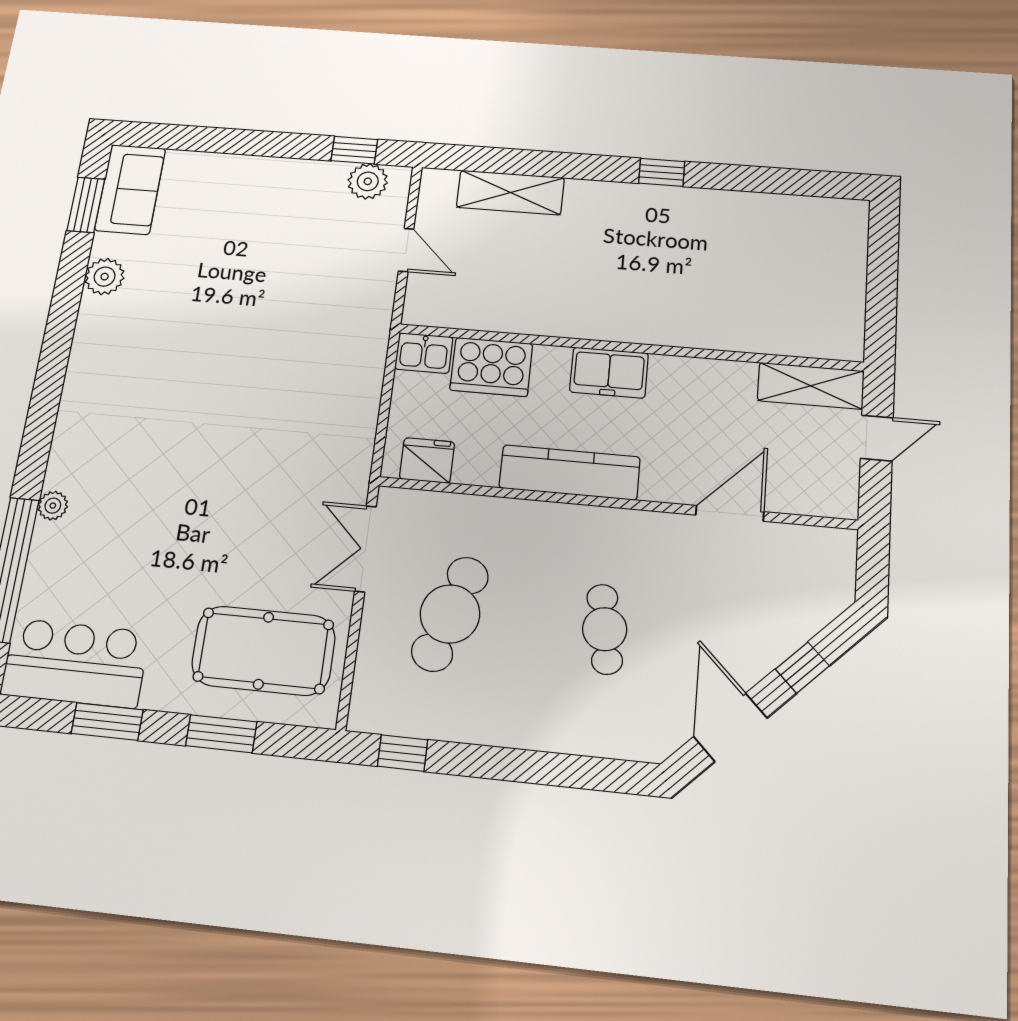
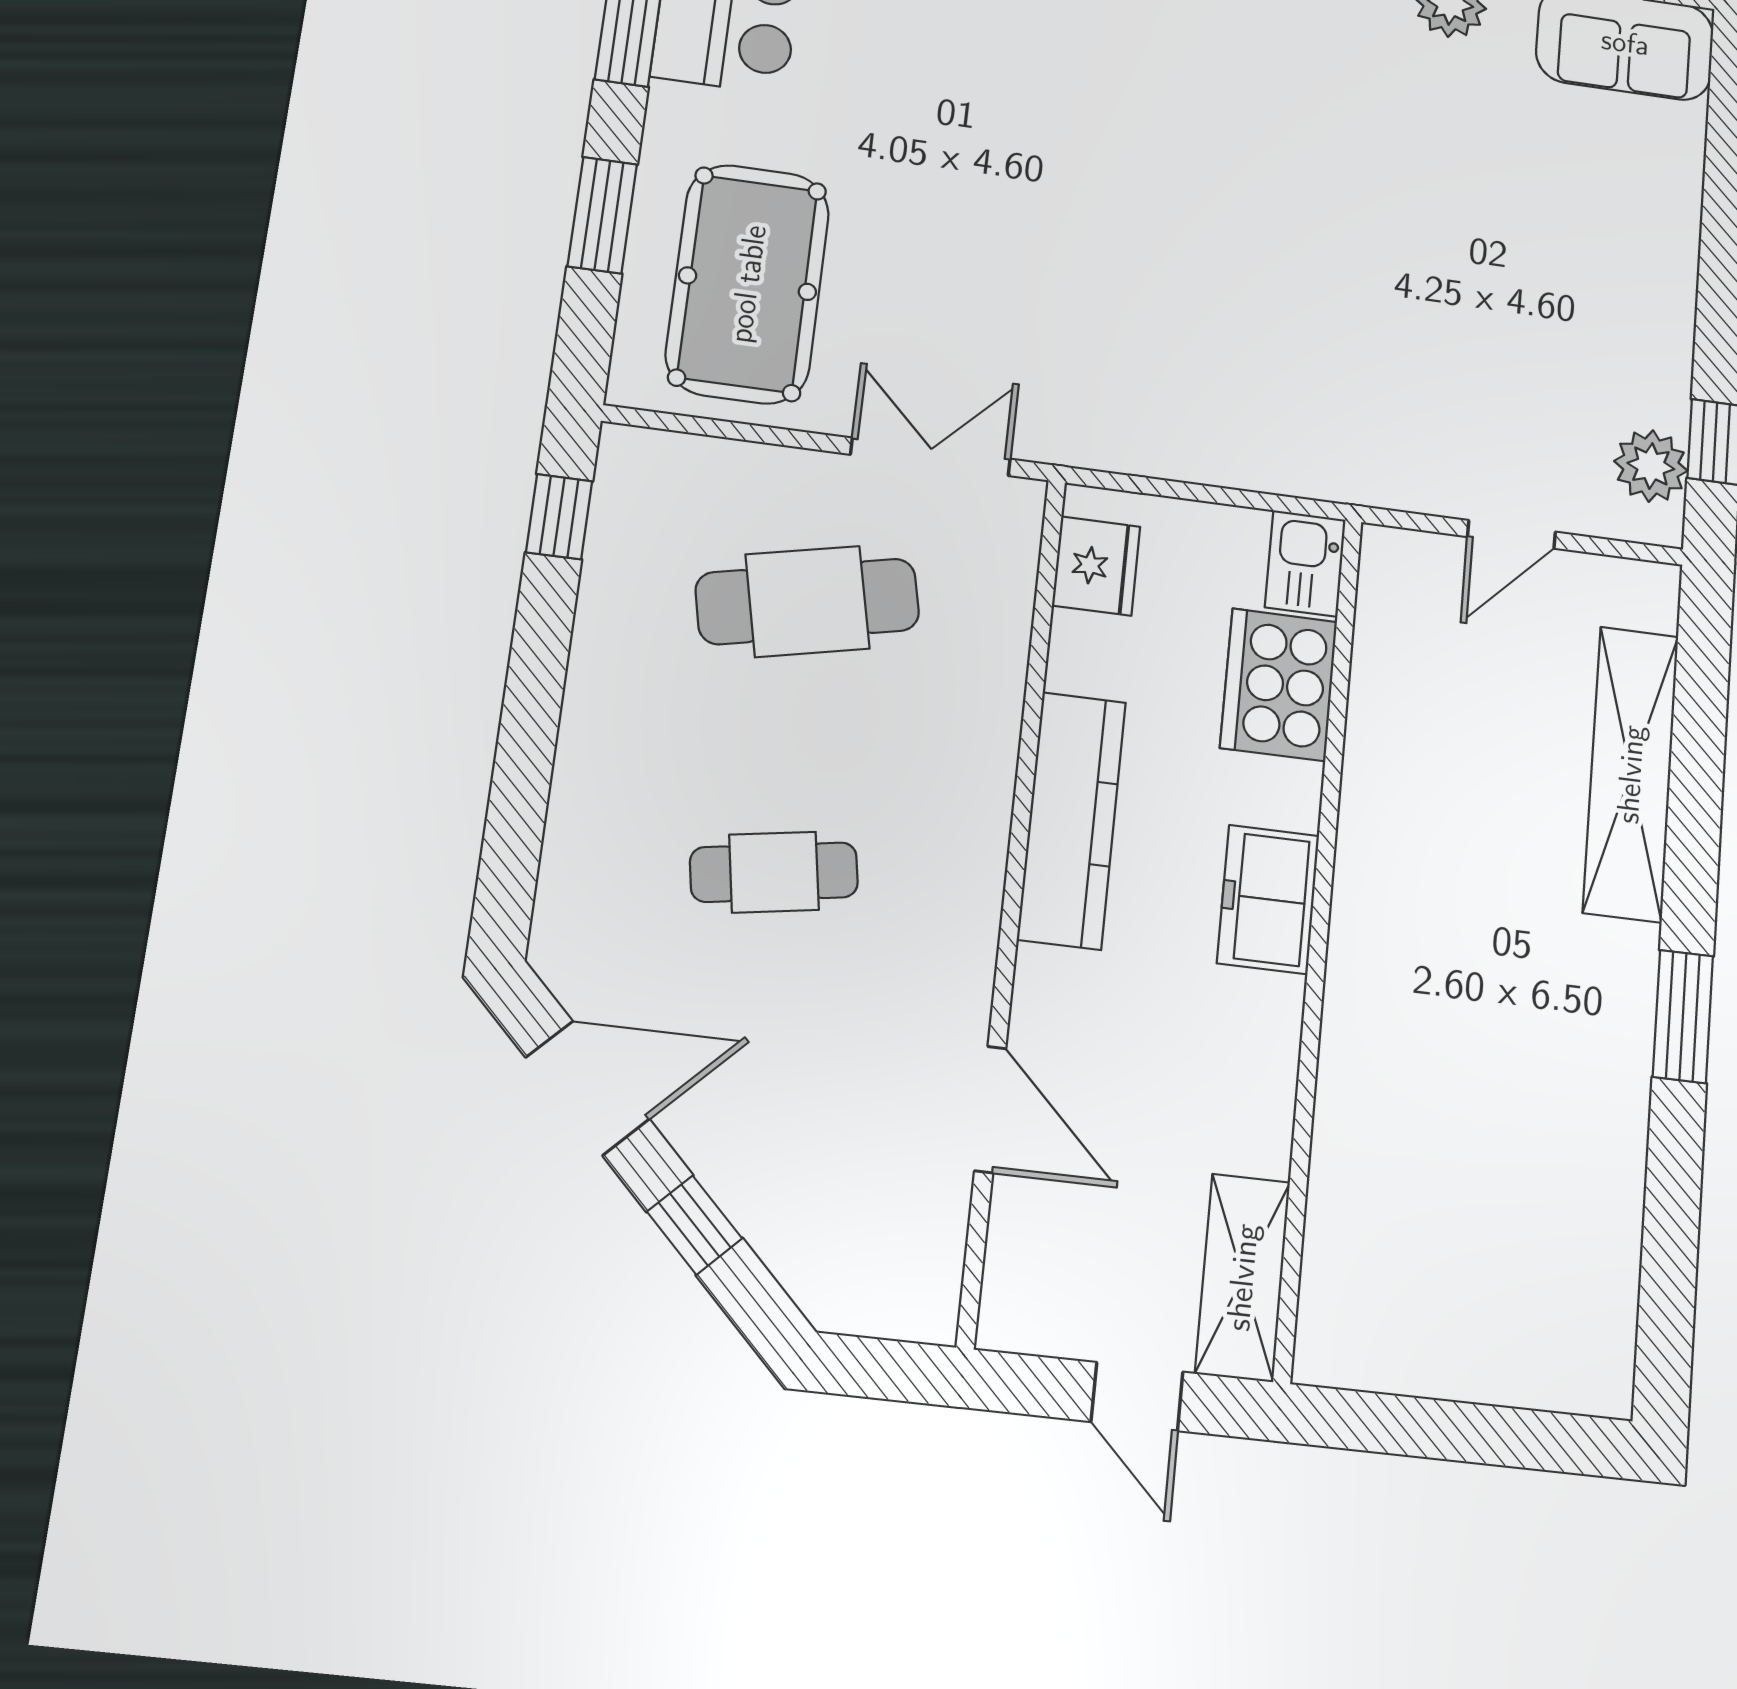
window: (662, 172) -> (1683, 1016), width x1.50
shelving: (510, 193) -> (1631, 774), width x1.47
cafe table: (450, 614) -> (807, 601), turned -30

